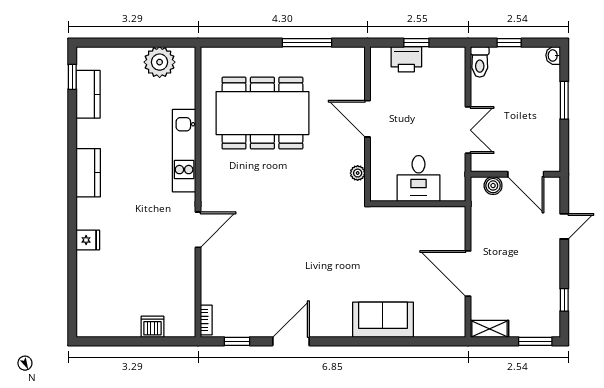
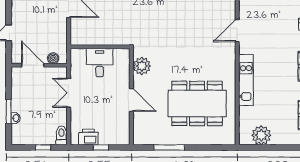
washbasin: (553, 55) -> (16, 118), moved
printer: (406, 59) -> (88, 137), moved
plant: (358, 173) -> (142, 66), width x1.88, depth x1.88

